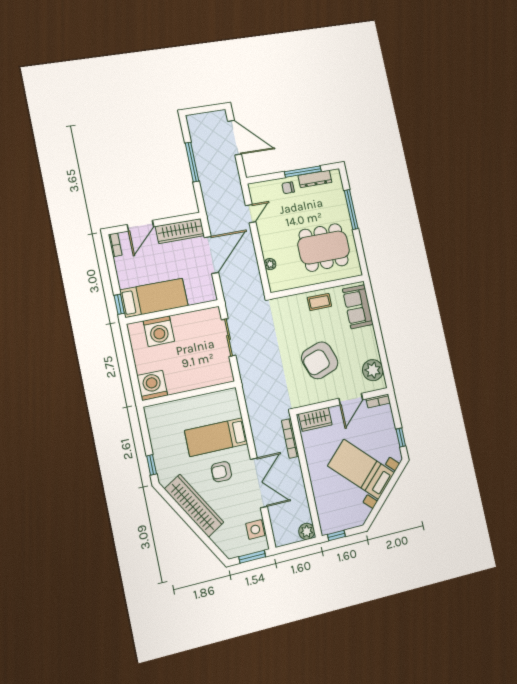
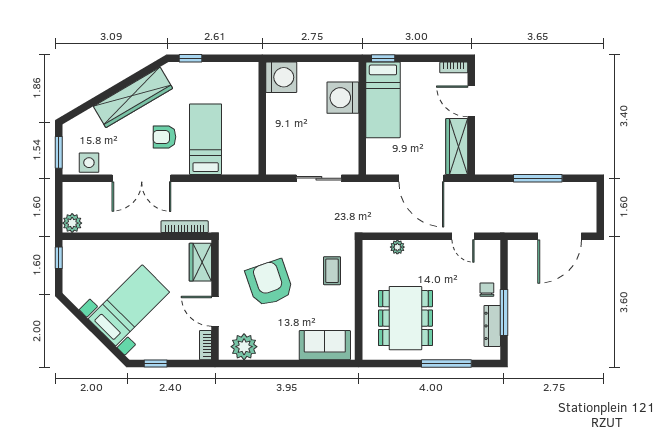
coffee table: (319, 302) -> (332, 271), moved
armchair: (221, 472) -> (164, 137), turned -90

